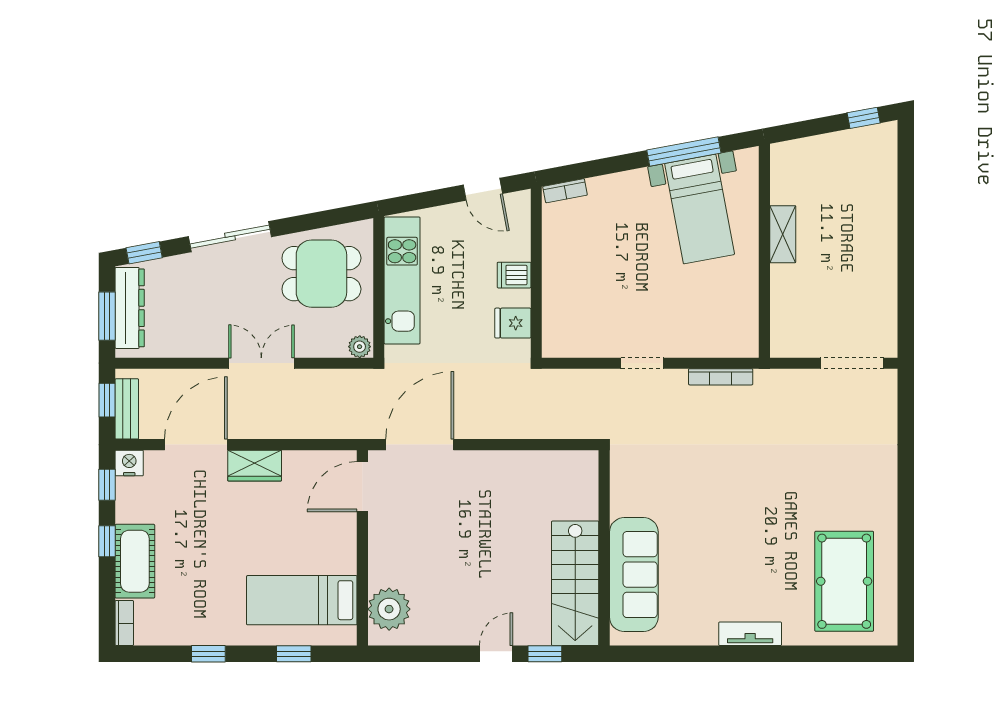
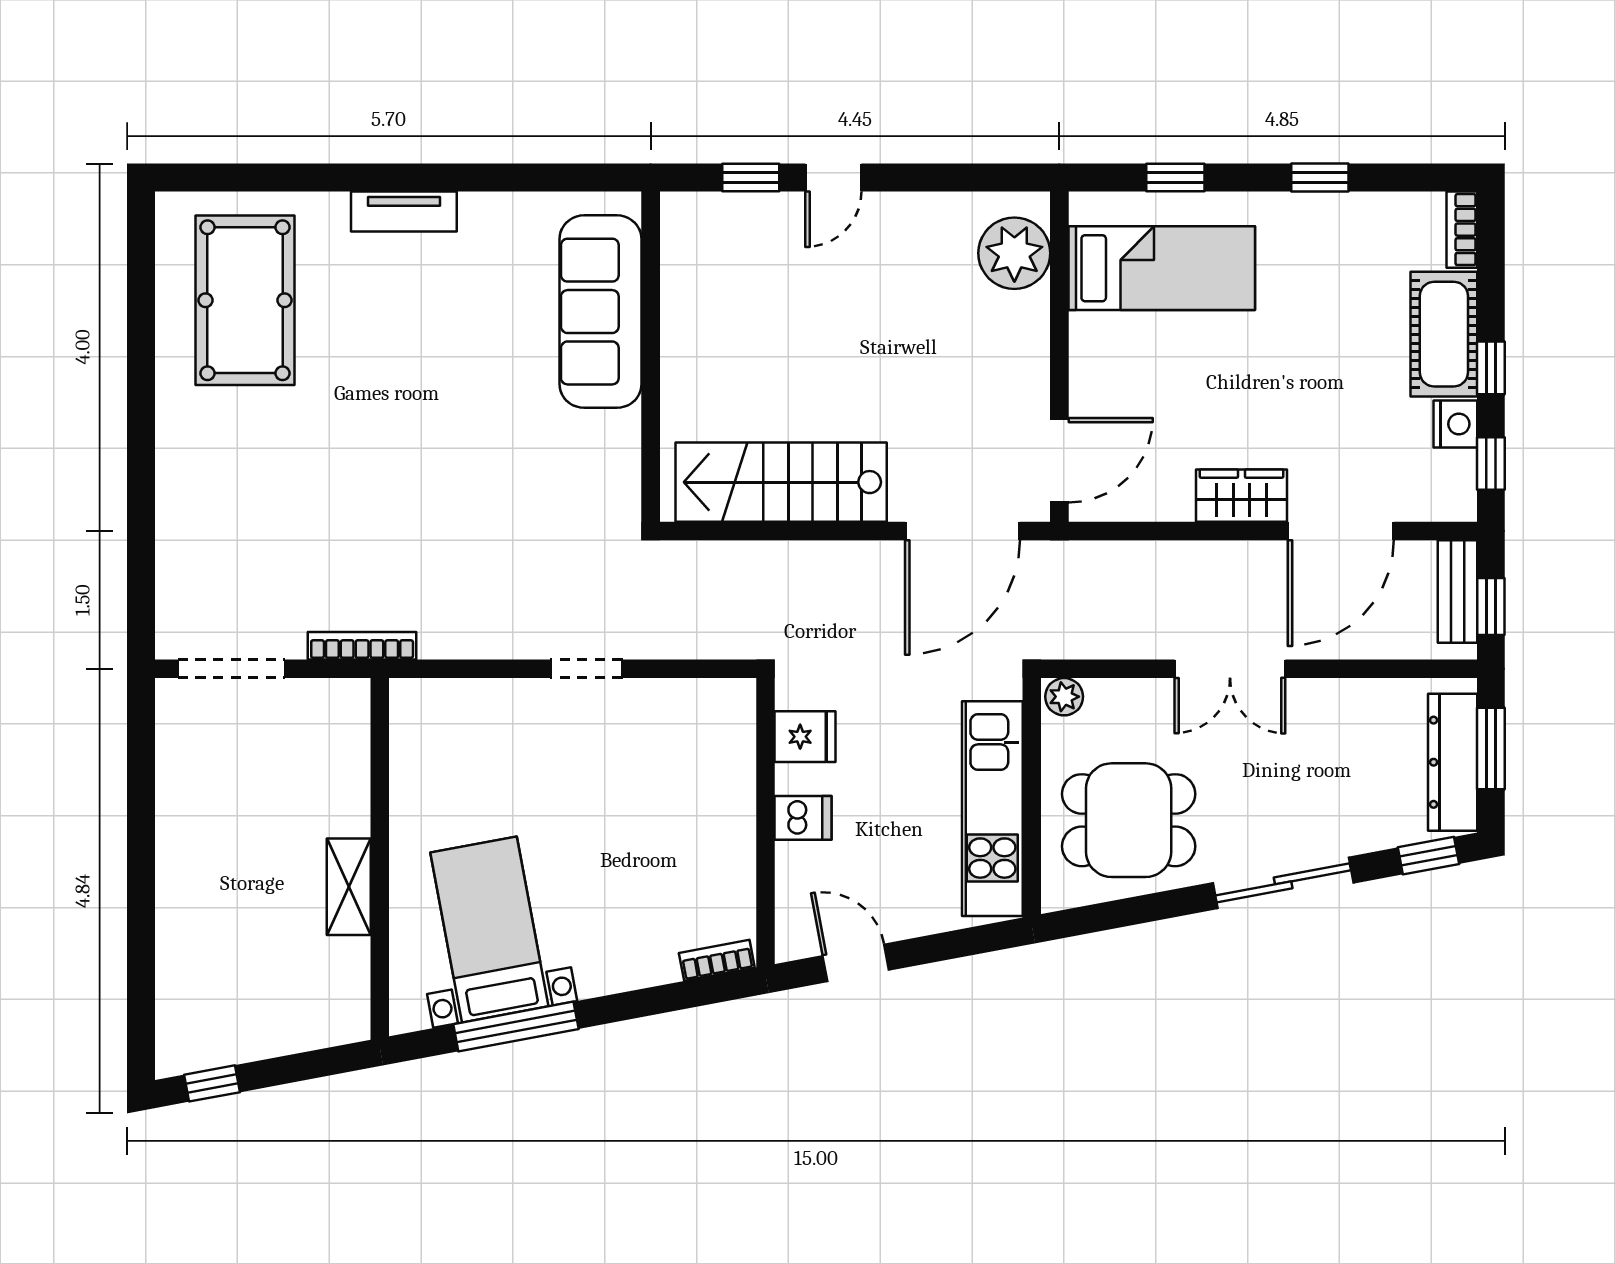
bookcase: (721, 377) -> (362, 646), moved
nightstand: (129, 463) -> (1455, 424), moved, turned -90
stairs: (575, 583) -> (781, 482), moved, turned -90

